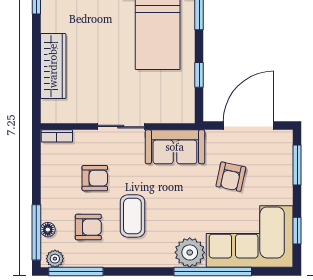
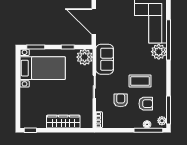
plant: (179, 108) -> (85, 57), added
armchair: (231, 177) -> (120, 31), removed
armchair: (88, 227) -> (146, 104), turned 90

